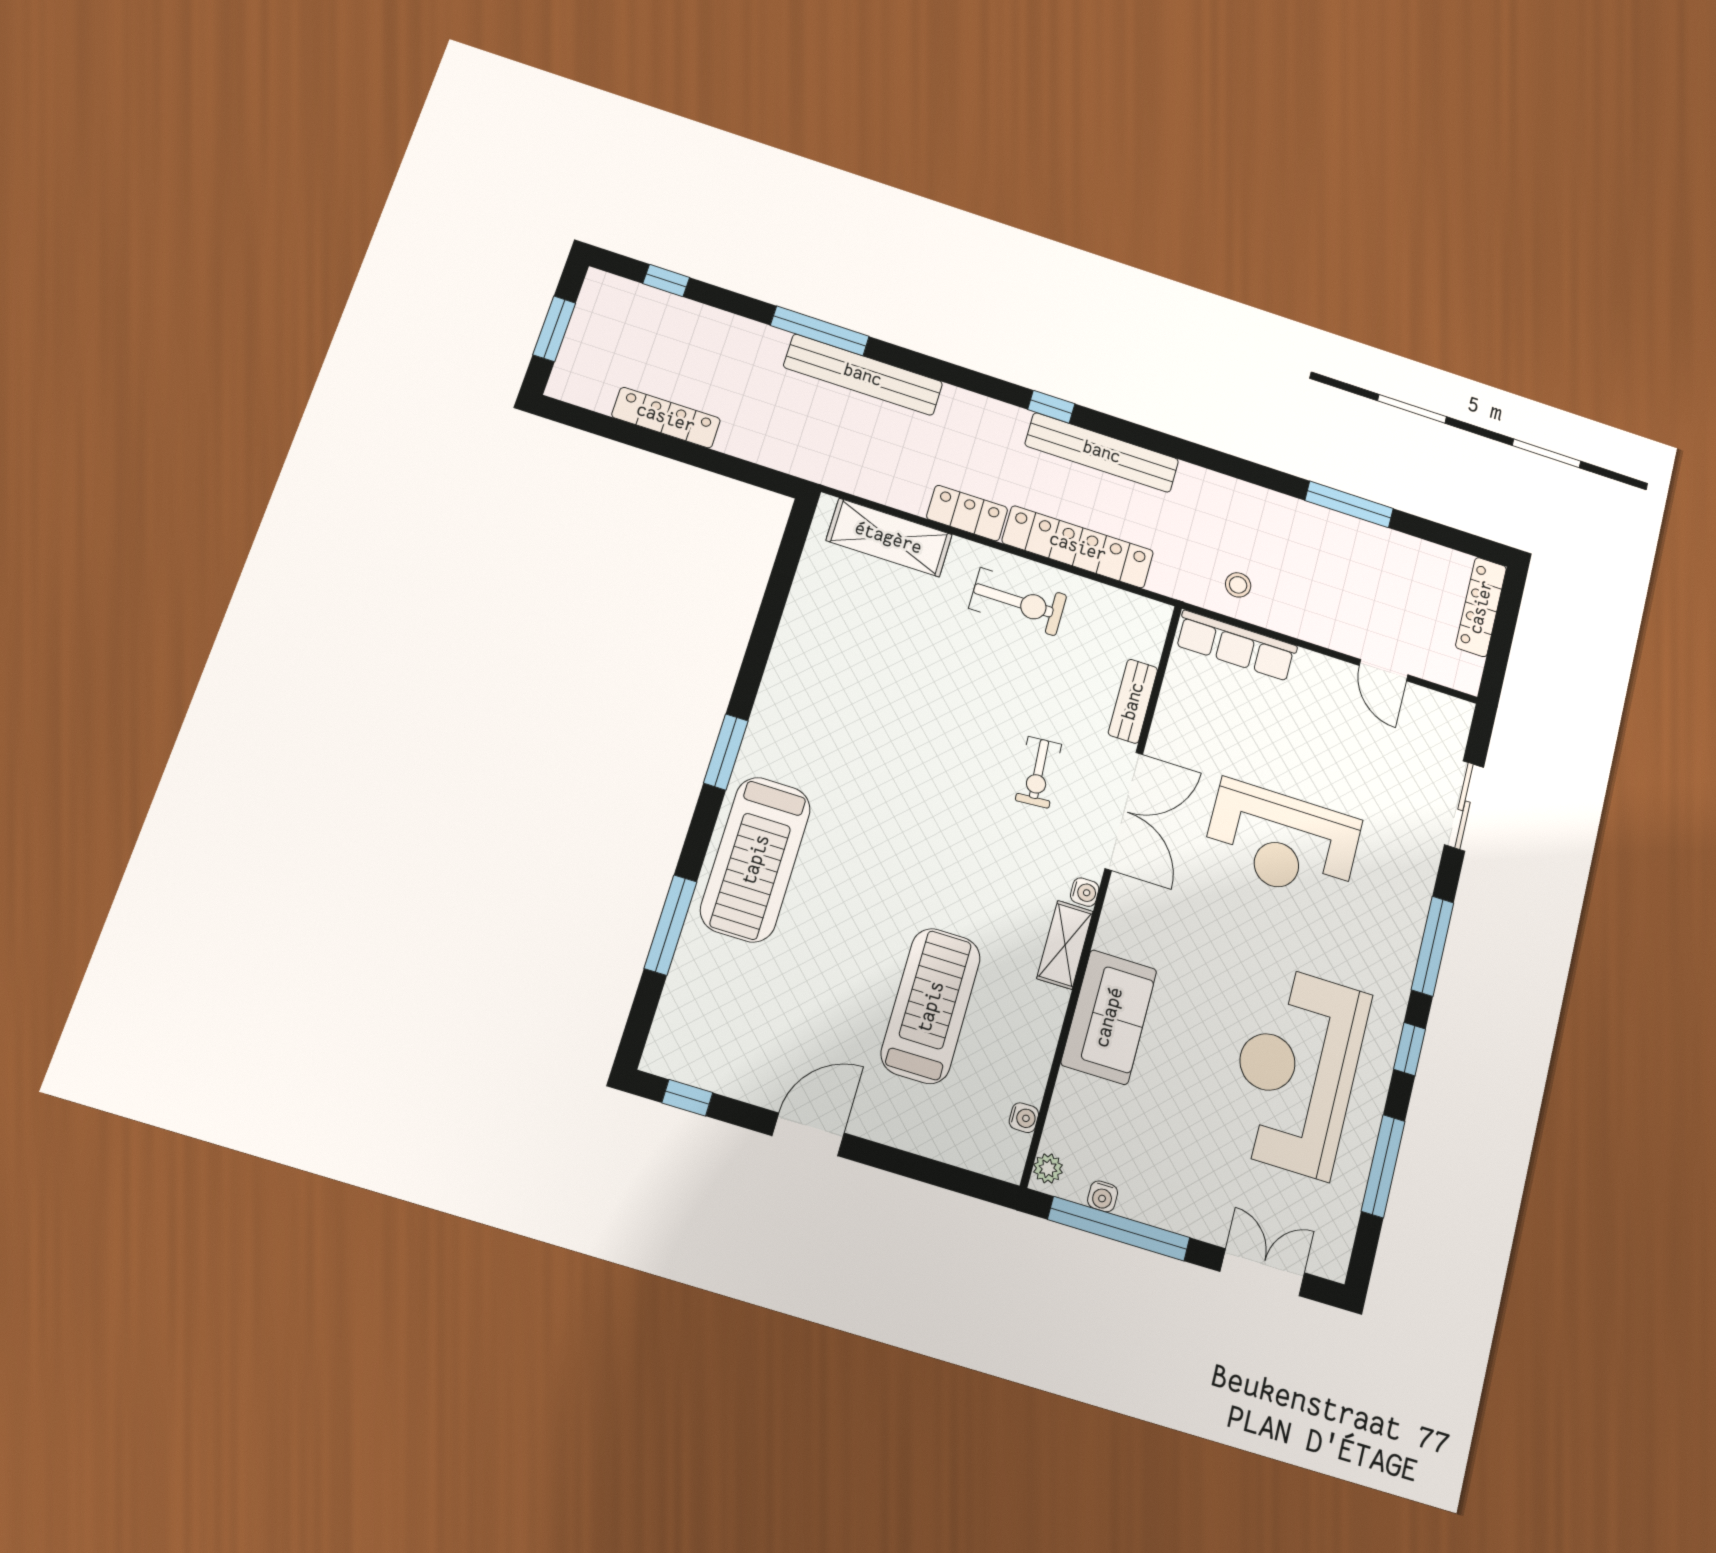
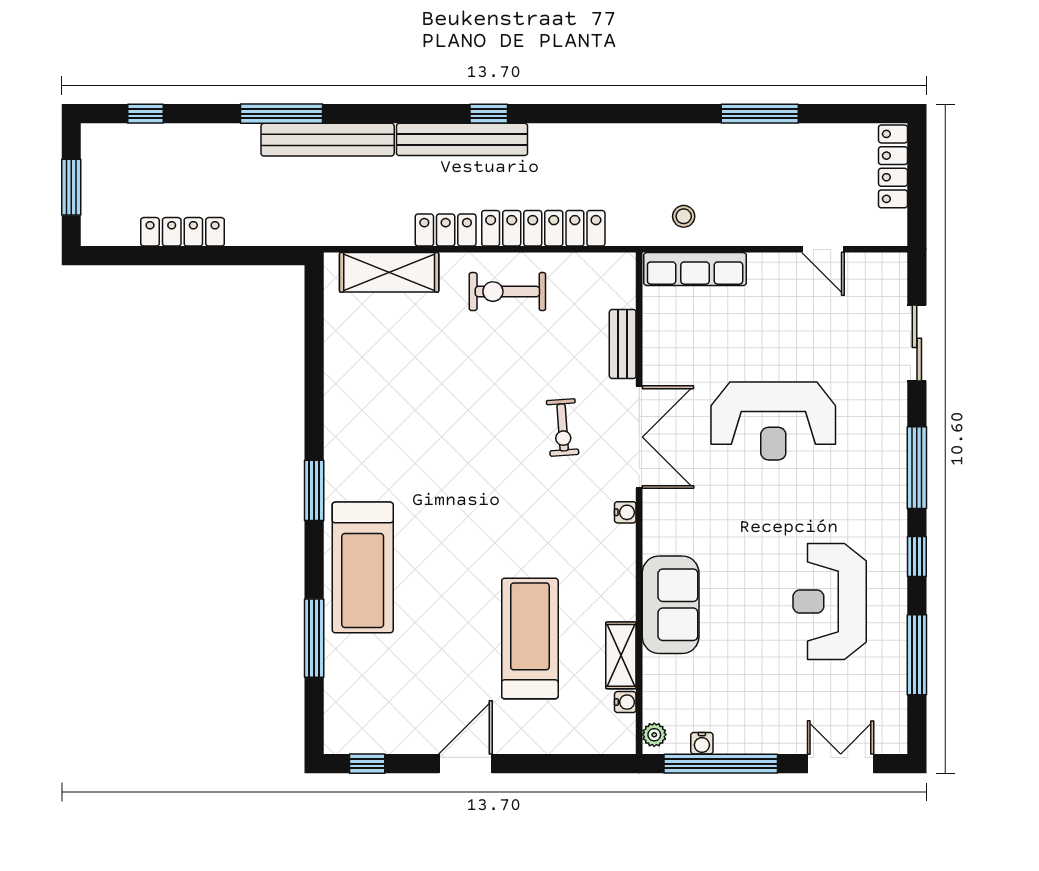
bench: (1102, 452) -> (462, 139), moved
exercise bike: (1018, 602) -> (507, 292), turned 180
shelving: (1065, 945) -> (621, 655), moved
reception desk: (1296, 1071) -> (830, 602), width x0.74, depth x0.77

